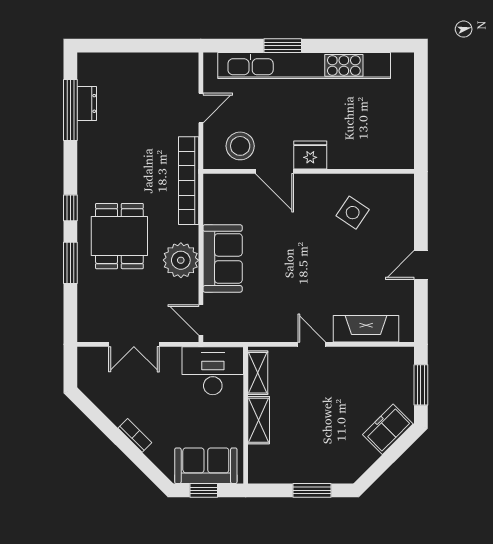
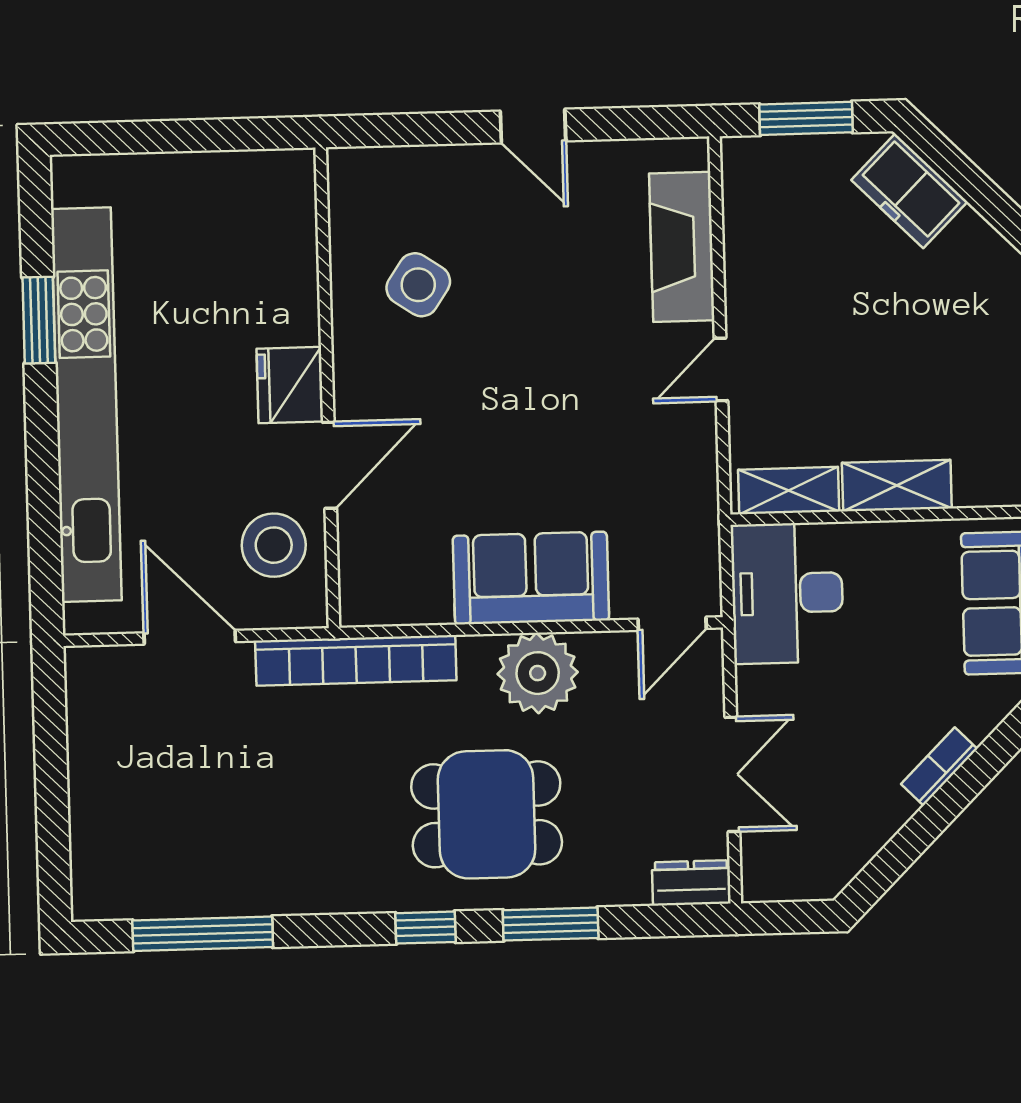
window: (283, 46) -> (39, 320), moved
dresser: (87, 103) -> (691, 883), moved
door: (201, 108) -> (190, 637), width x1.38

